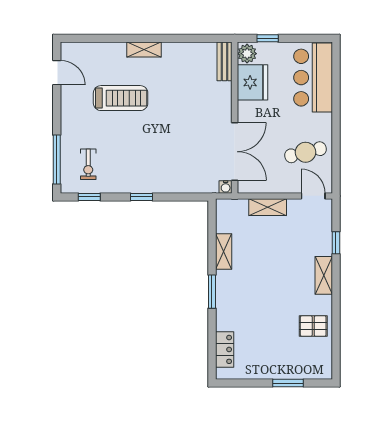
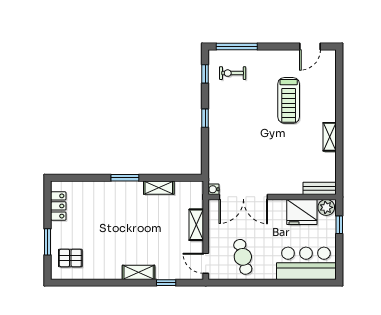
shelving: (144, 50) -> (330, 137), moved
door: (313, 196) -> (206, 263), swing flipped
pallet: (313, 326) -> (70, 258), moved, turned 90
locker: (225, 349) -> (58, 206), moved, turned -90

